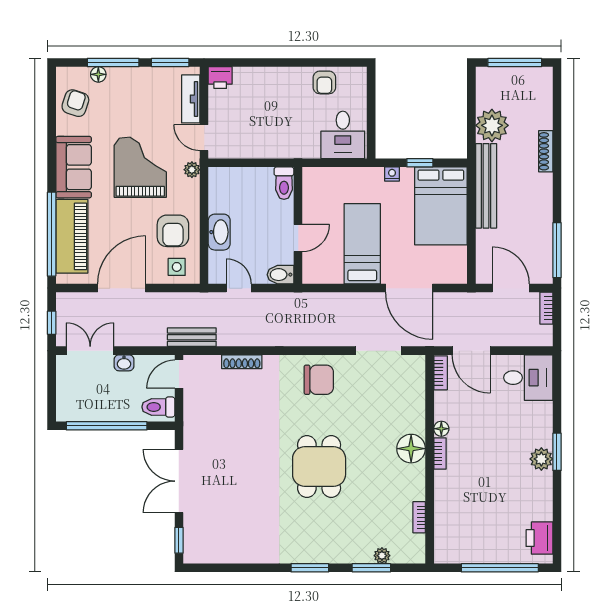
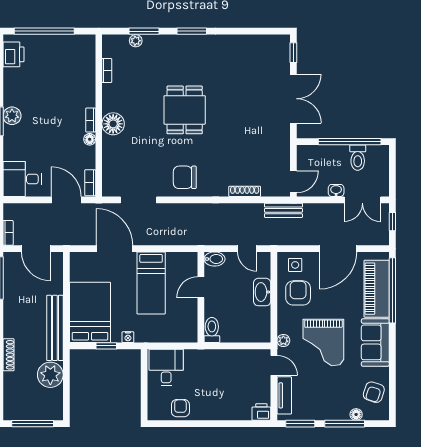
toilet: (158, 407) -> (358, 158), moved, turned 90

